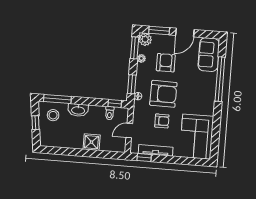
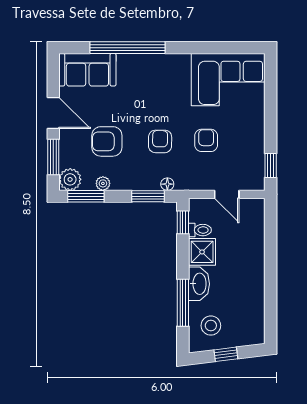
armchair: (163, 94) -> (160, 141), width x0.53, depth x0.53
window: (57, 99) -> (183, 303), moved
shower: (92, 142) -> (202, 252), moved
tv unit: (156, 150) -> (257, 147), removed

